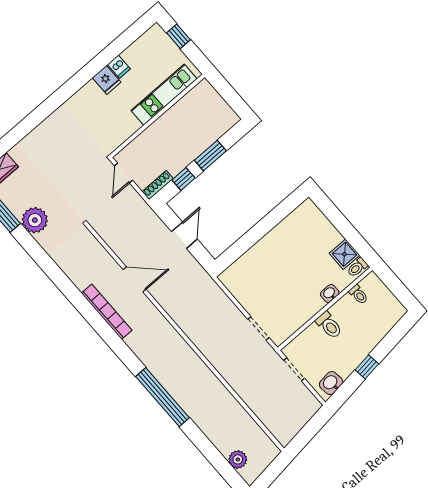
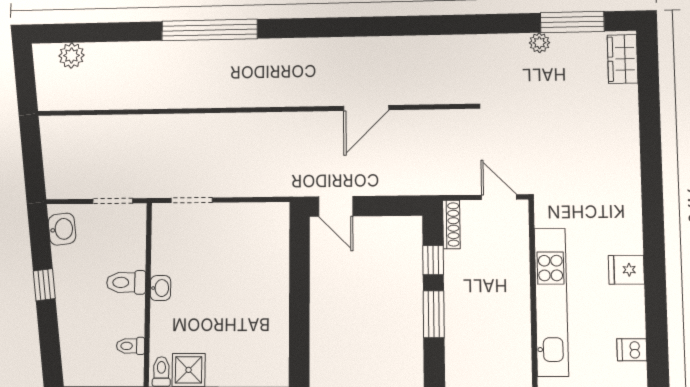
dishwasher: (119, 67) -> (632, 350), moved
kitchen unit: (164, 95) -> (551, 302), width x1.36
plant: (35, 220) -> (539, 43), width x0.53, depth x0.53
door: (184, 235) -> (336, 206), moved
washbasin: (330, 293) -> (160, 288), moved
bookcase: (107, 312) -> (357, 47), removed

